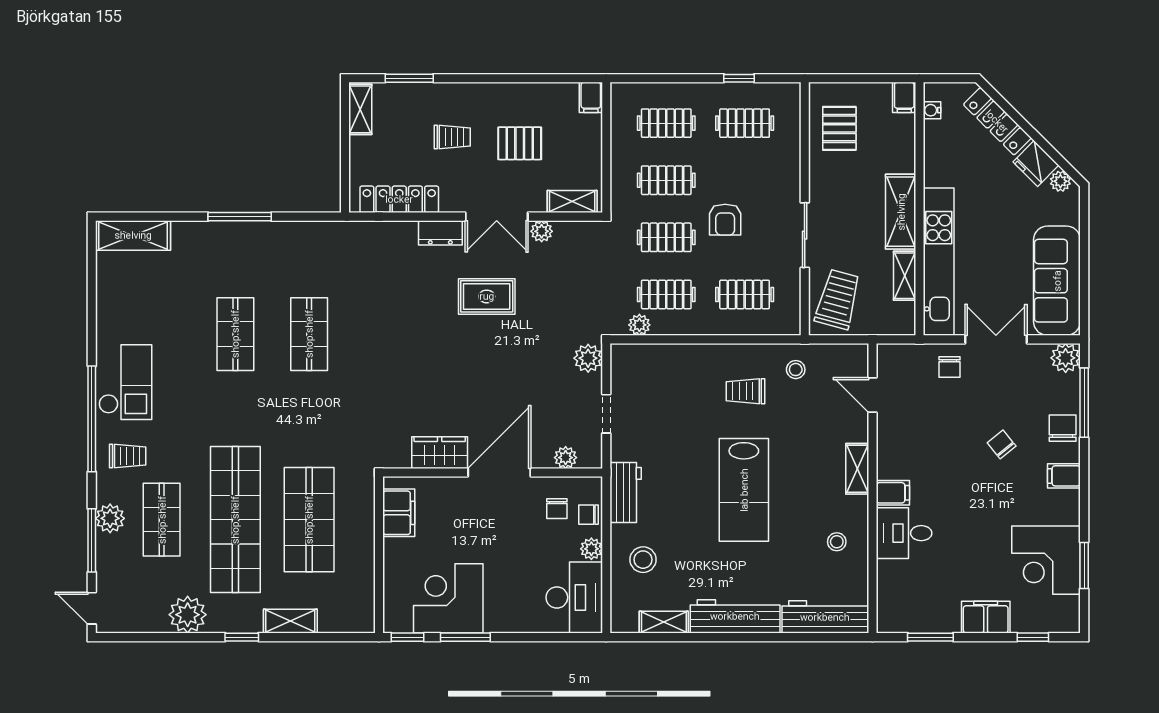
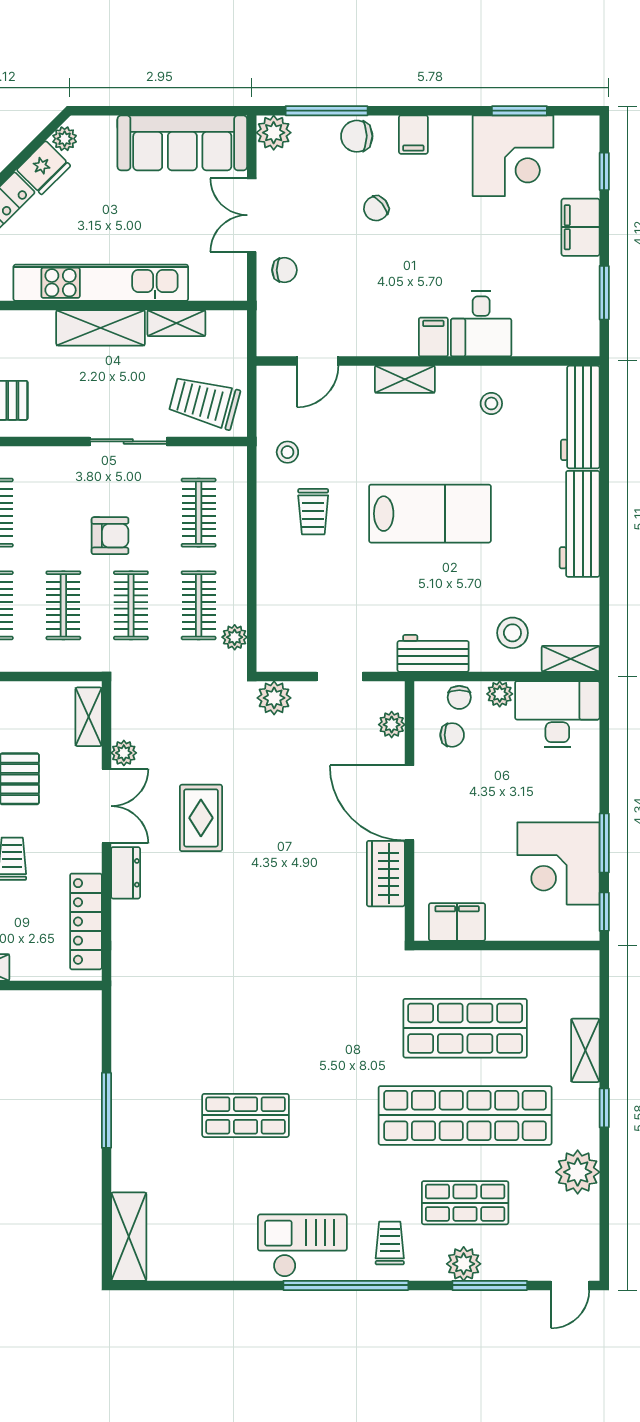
kitchen unit: (939, 262) -> (101, 283), moved
shop shelf: (309, 334) -> (246, 1028), removed
shelving: (664, 622) -> (571, 659), moved, turned 90

